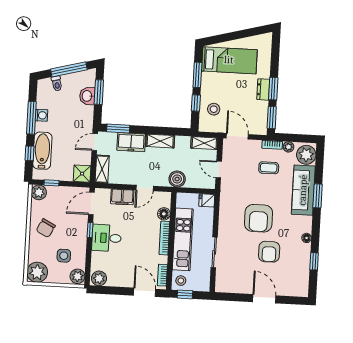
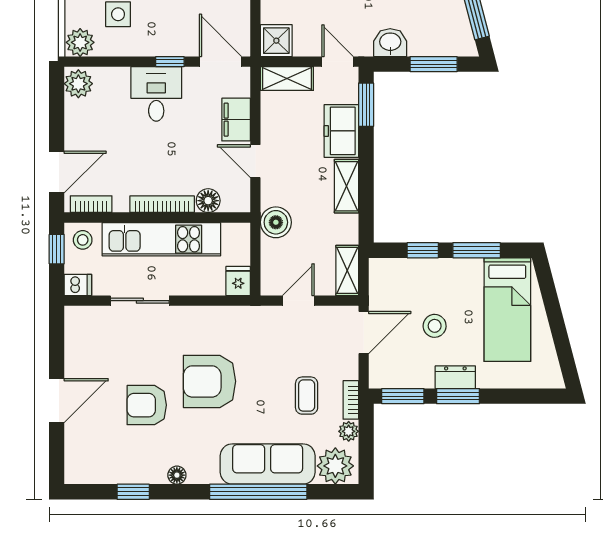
washbasin: (87, 96) -> (390, 43), moved
stool: (214, 109) -> (435, 326), moved
window: (318, 196) -> (258, 492), width x2.11
dishwasher: (204, 284) -> (78, 285), added

